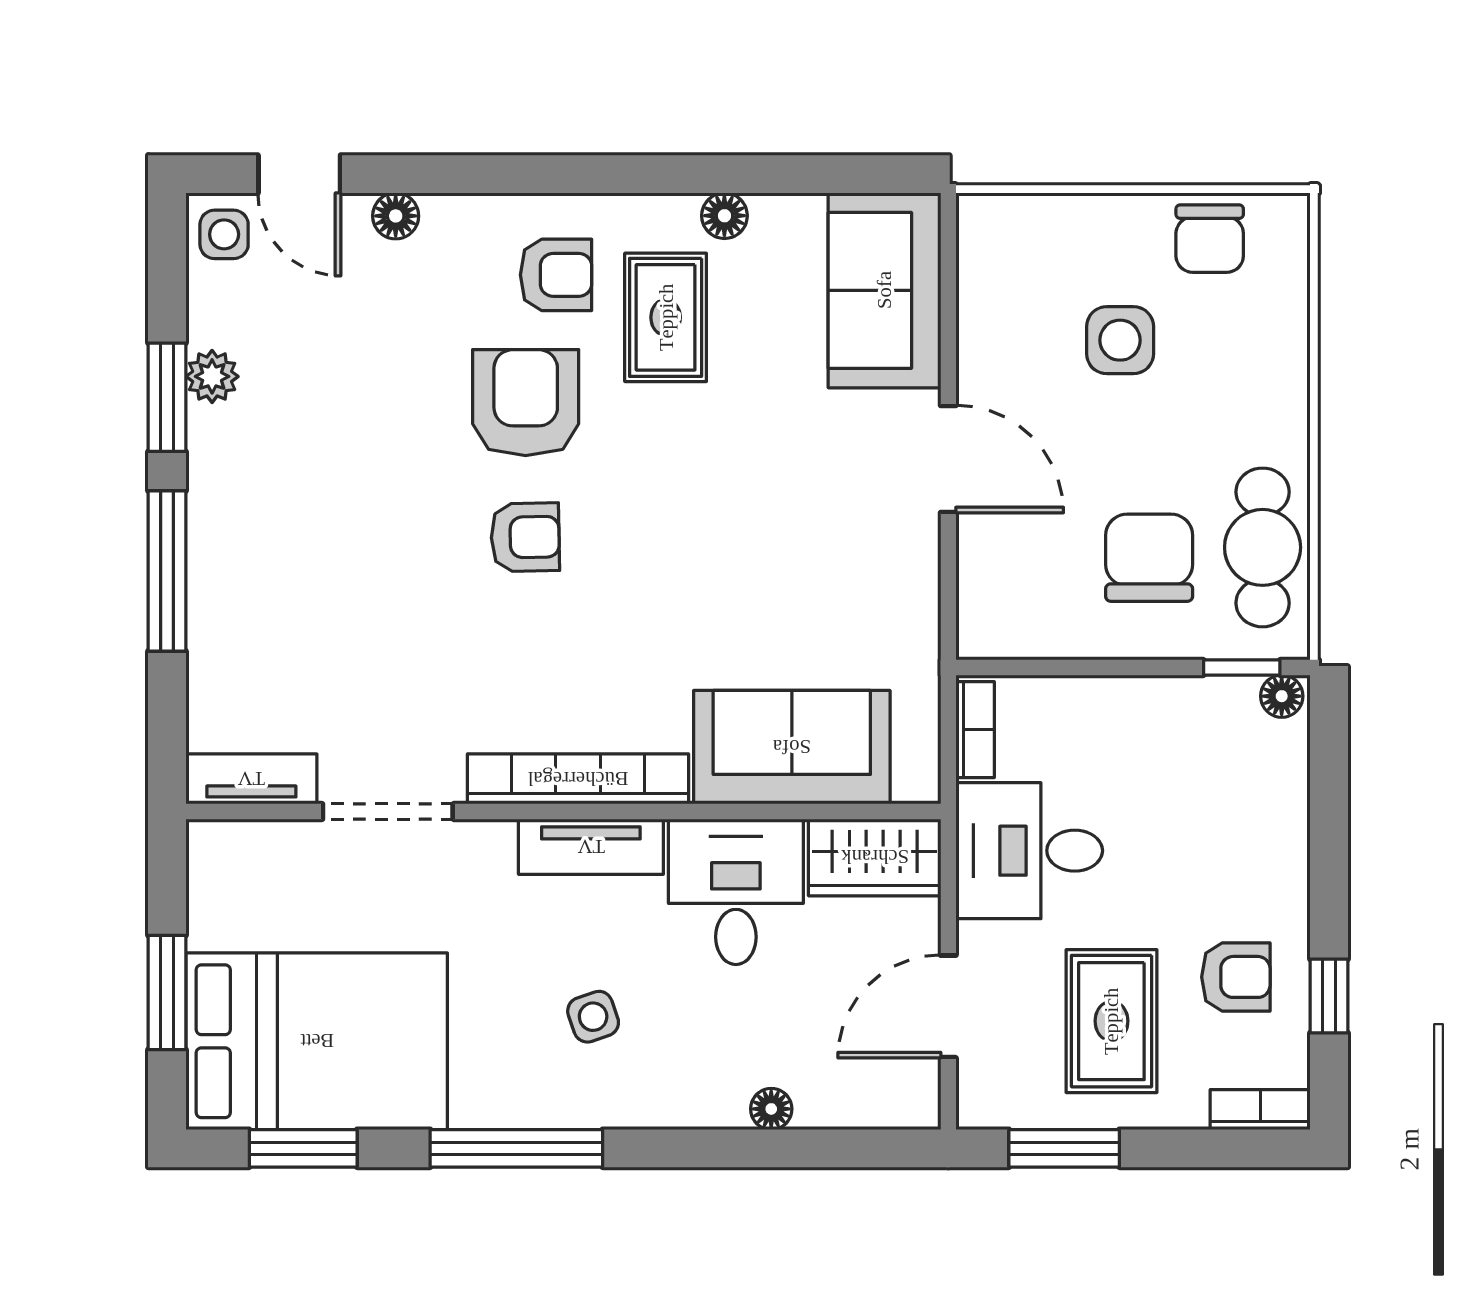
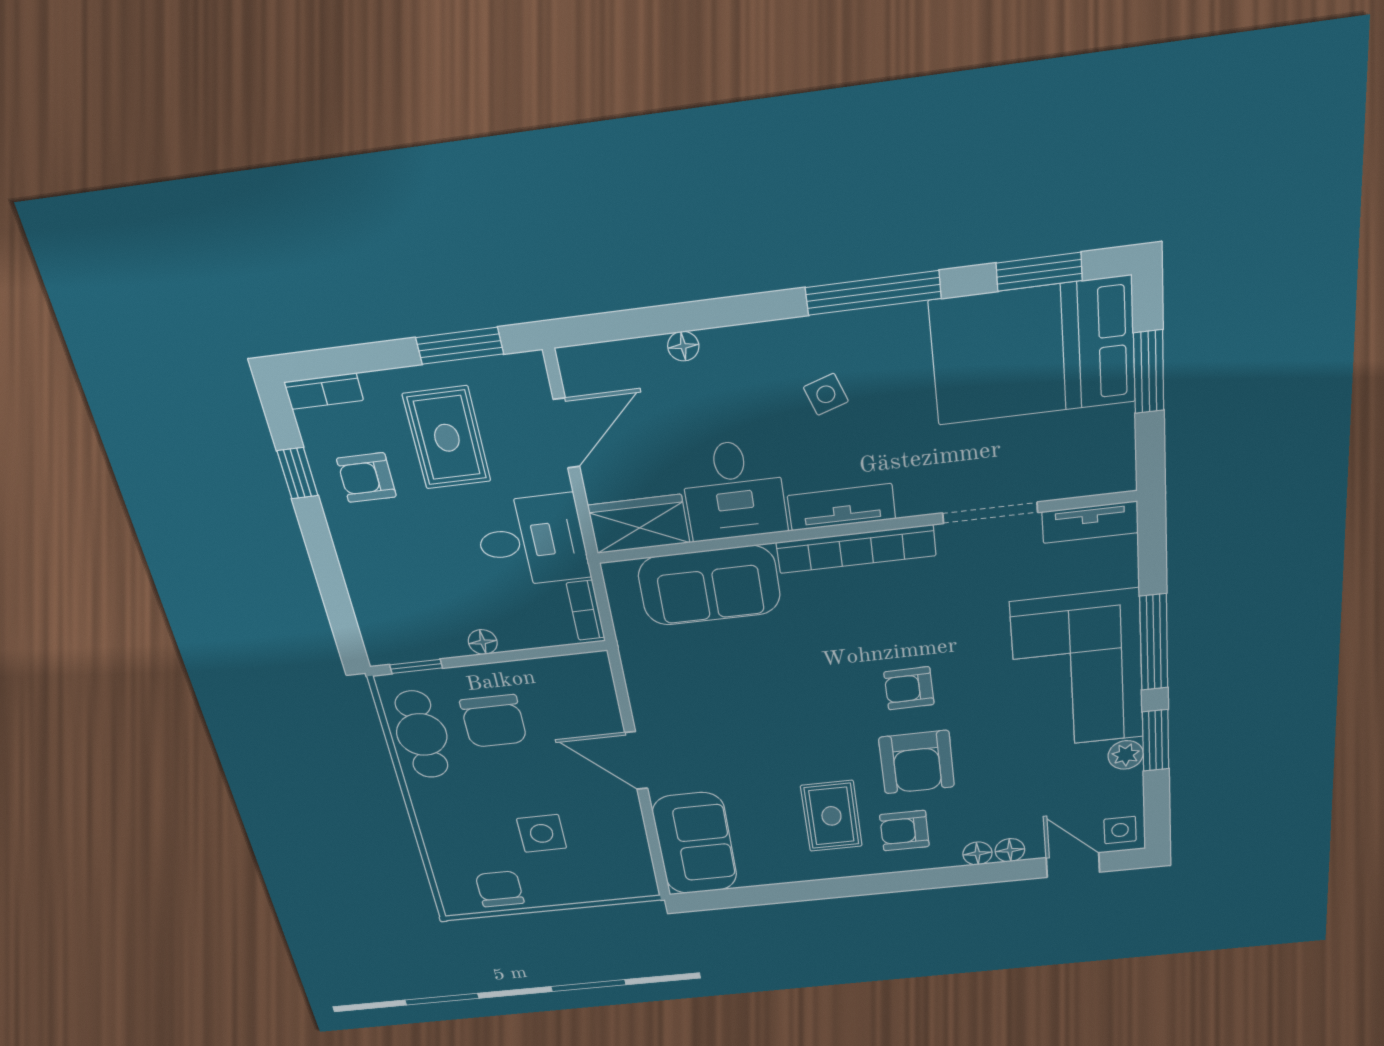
floor lamp: (724, 216) -> (977, 853), moved
corner sofa: (278, 537) -> (1078, 670), added
floor lamp: (1282, 696) -> (483, 642), moved

